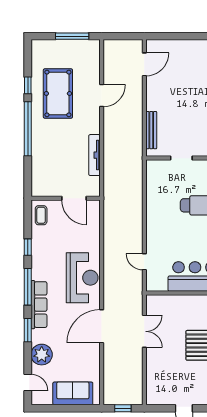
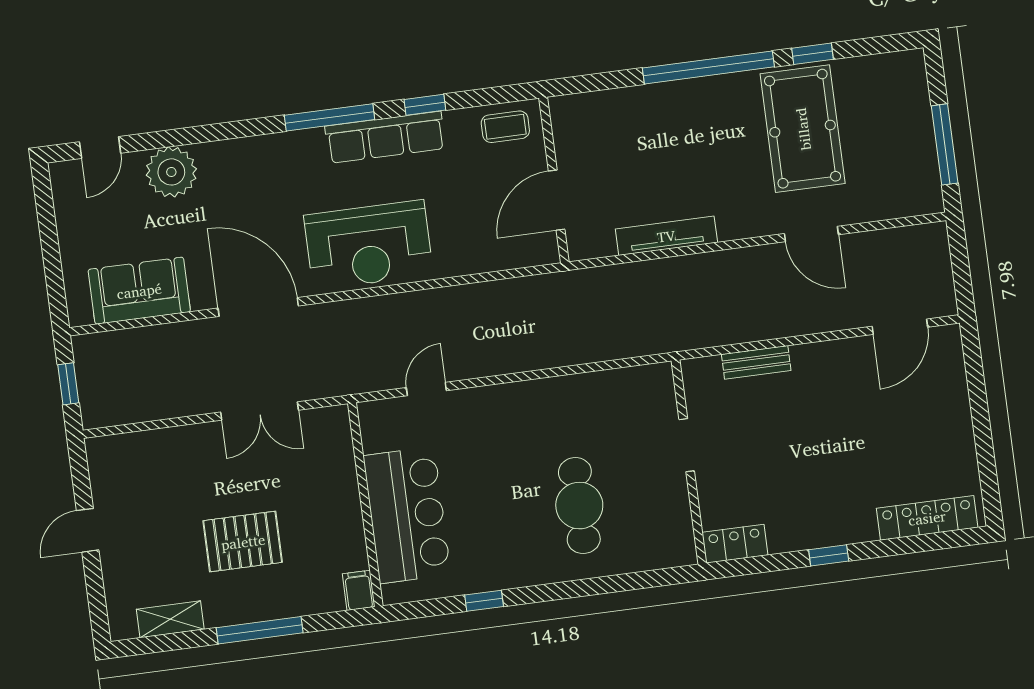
door: (144, 64) -> (900, 327), hinge flipped
pool table: (58, 93) -> (803, 129), turned 90
bench: (151, 130) -> (756, 362), width x0.73
row of seats: (39, 305) -> (385, 137), moved
window: (28, 330) -> (226, 131), removed
sofa: (73, 393) -> (139, 291), moved, turned -90

